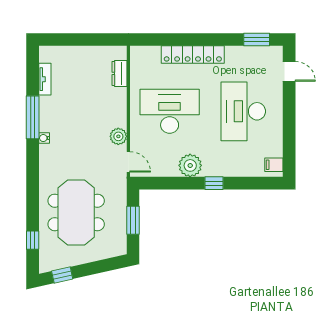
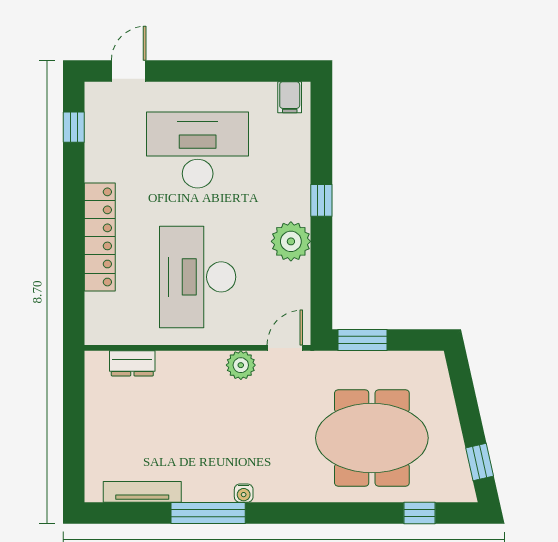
window: (257, 39) -> (74, 127), width x0.67
tv unit: (45, 79) -> (142, 492), width x1.41
desk: (243, 111) -> (198, 150), turned 180
window: (133, 220) -> (362, 340), moved

